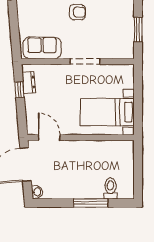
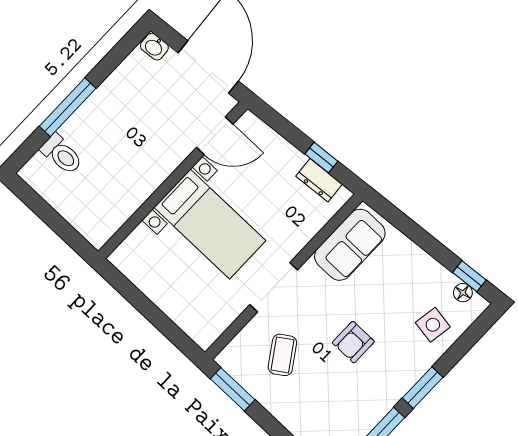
window: (138, 30) -> (233, 389), moved
coffee table: (107, 34) -> (282, 355), added
bed with nightstands: (107, 112) -> (210, 224), moved, turned 90

